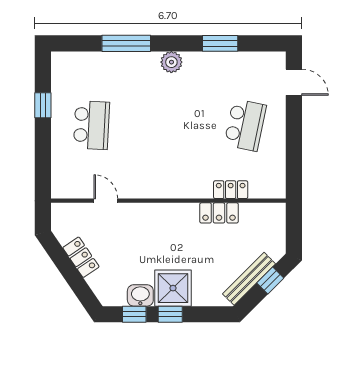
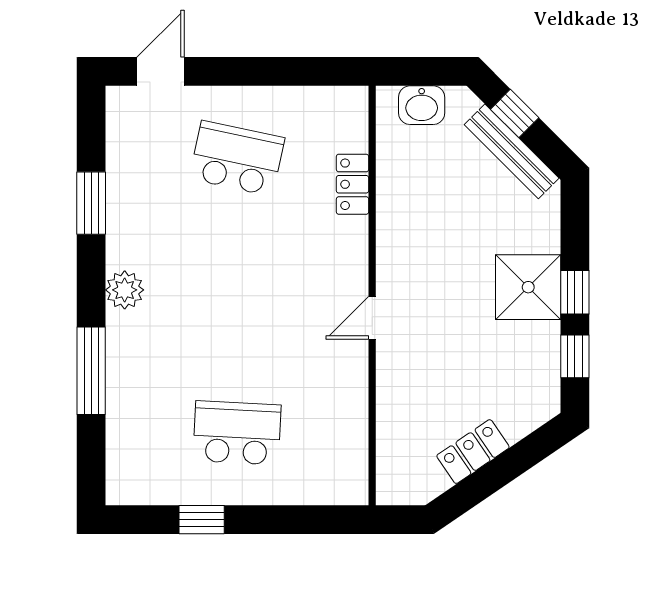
door: (106, 201) -> (372, 318), moved
locker: (219, 213) -> (394, 205), removed
washbasin: (140, 295) -> (422, 105), moved, turned -90

